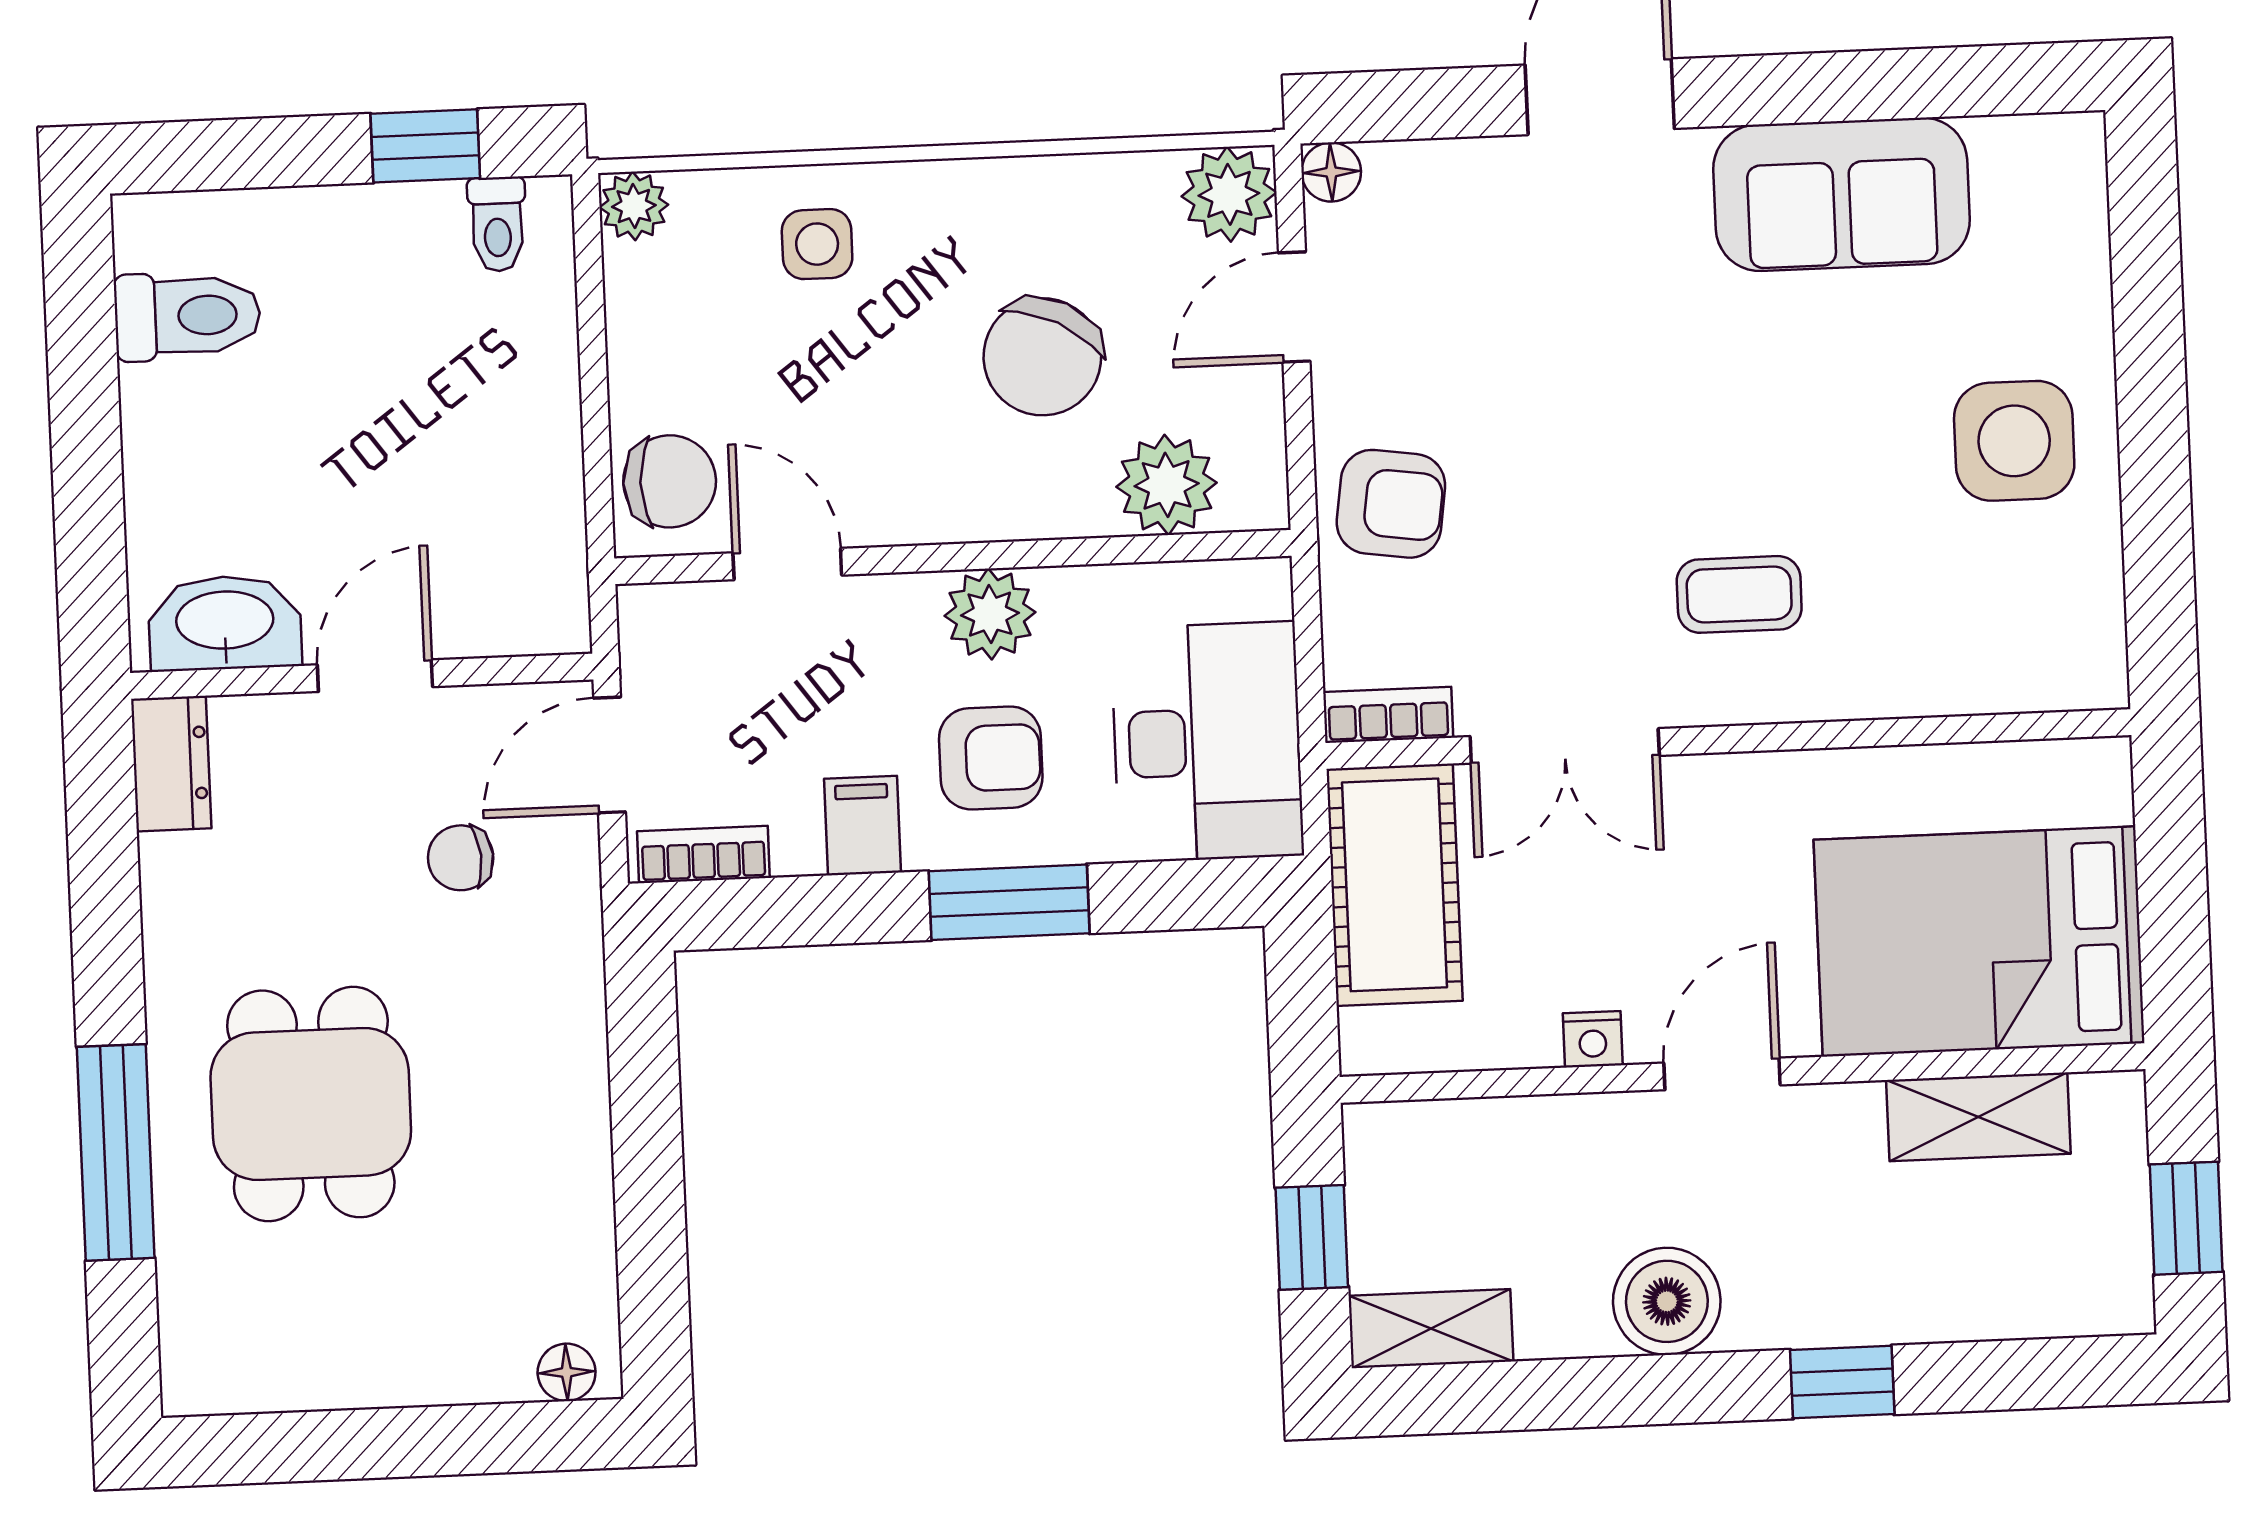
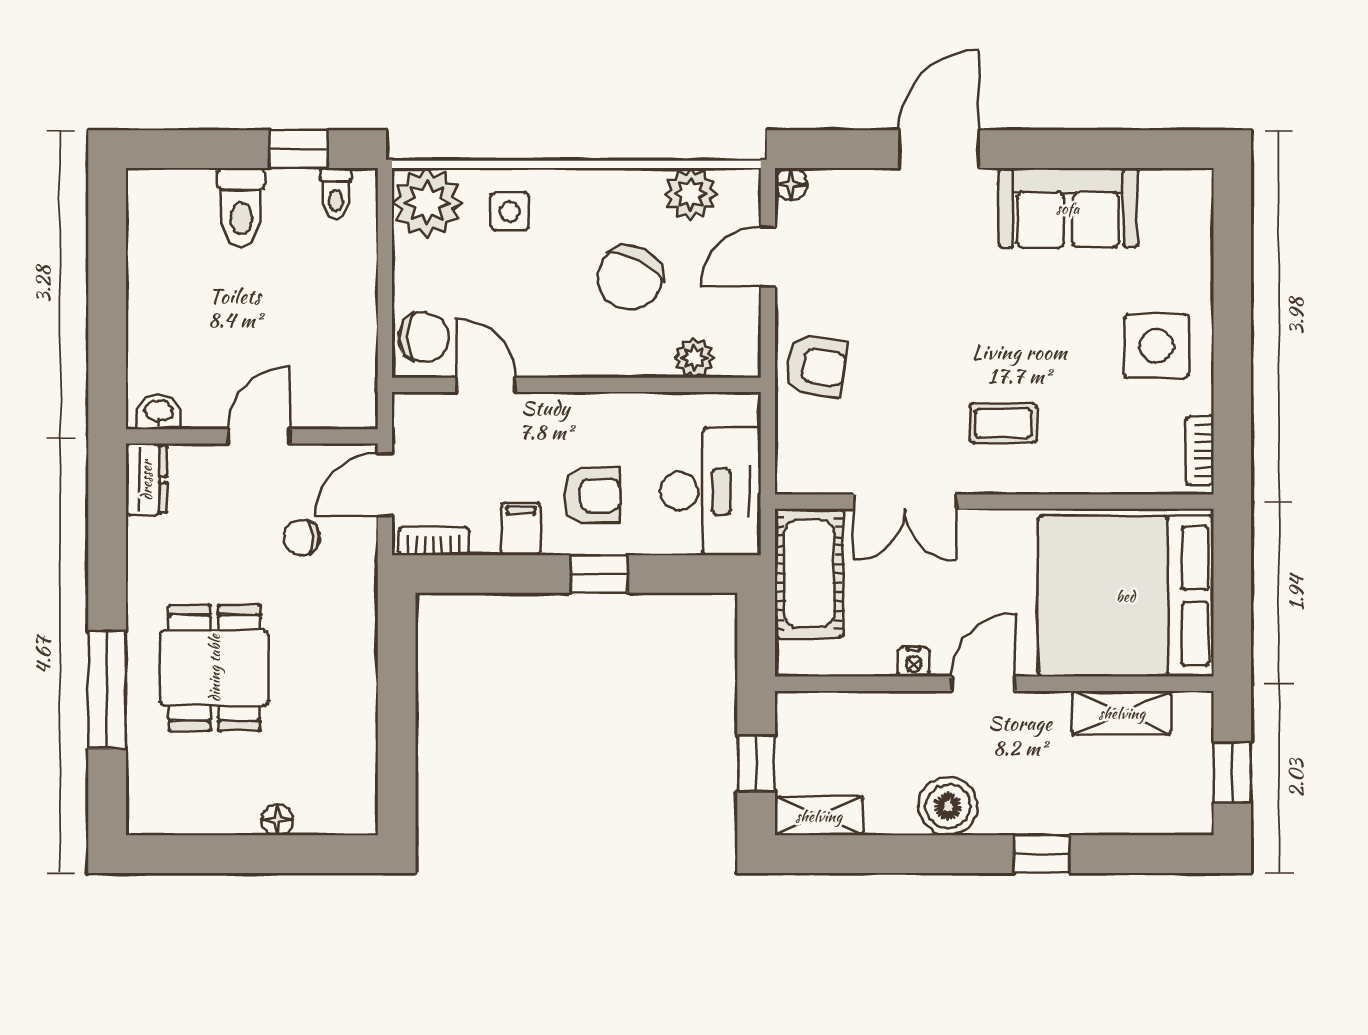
plant: (1229, 194) -> (691, 194), moved
plant: (634, 206) -> (427, 203), width x1.88, depth x1.88
toilet: (187, 316) -> (241, 207), moved, turned 90
plant: (1167, 485) -> (694, 358), width x0.73, depth x0.73
plant: (990, 614) -> (595, 417), removed
washbasin: (225, 623) -> (159, 412), width x0.52, depth x0.69
bookcase: (1388, 715) -> (1200, 451), moved, turned -90
window: (1009, 902) -> (599, 574), width x0.67
bed: (1979, 942) -> (1126, 596), width x1.36
floor lamp: (567, 1372) -> (277, 820), moved

